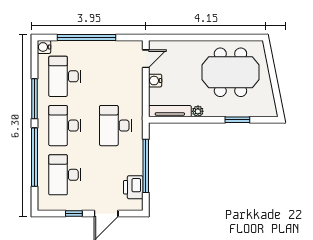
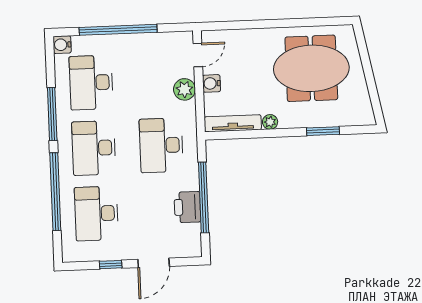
plant: (135, 84) -> (185, 89), added
printer: (133, 187) -> (187, 207), moved

